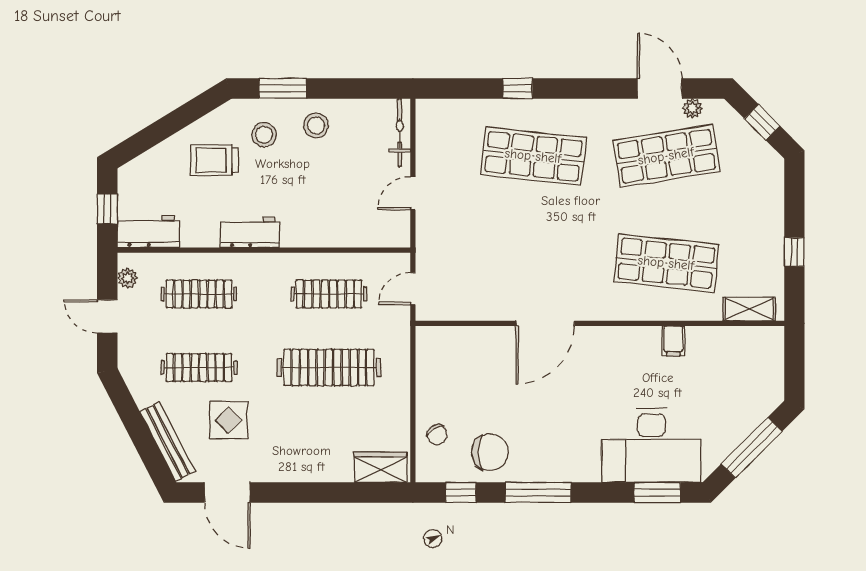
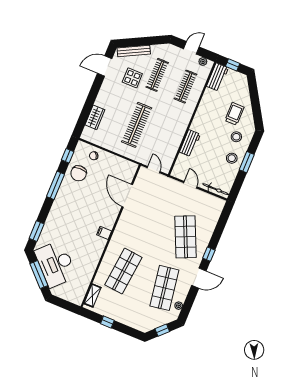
window: (283, 88) -> (247, 162), moved
window: (518, 88) -> (209, 254), moved
door: (660, 88) -> (199, 278), moved
shop shelf: (533, 156) -> (185, 237), turned -30
workbench: (250, 232) -> (190, 143), moved
clothes rail: (329, 294) -> (165, 136), removed
door: (545, 323) -> (127, 196), moved
filing cabinet: (673, 341) -> (104, 233), moved
desk: (652, 445) -> (56, 264), moved, turned -45
wardrobe: (380, 467) -> (95, 117), moved

